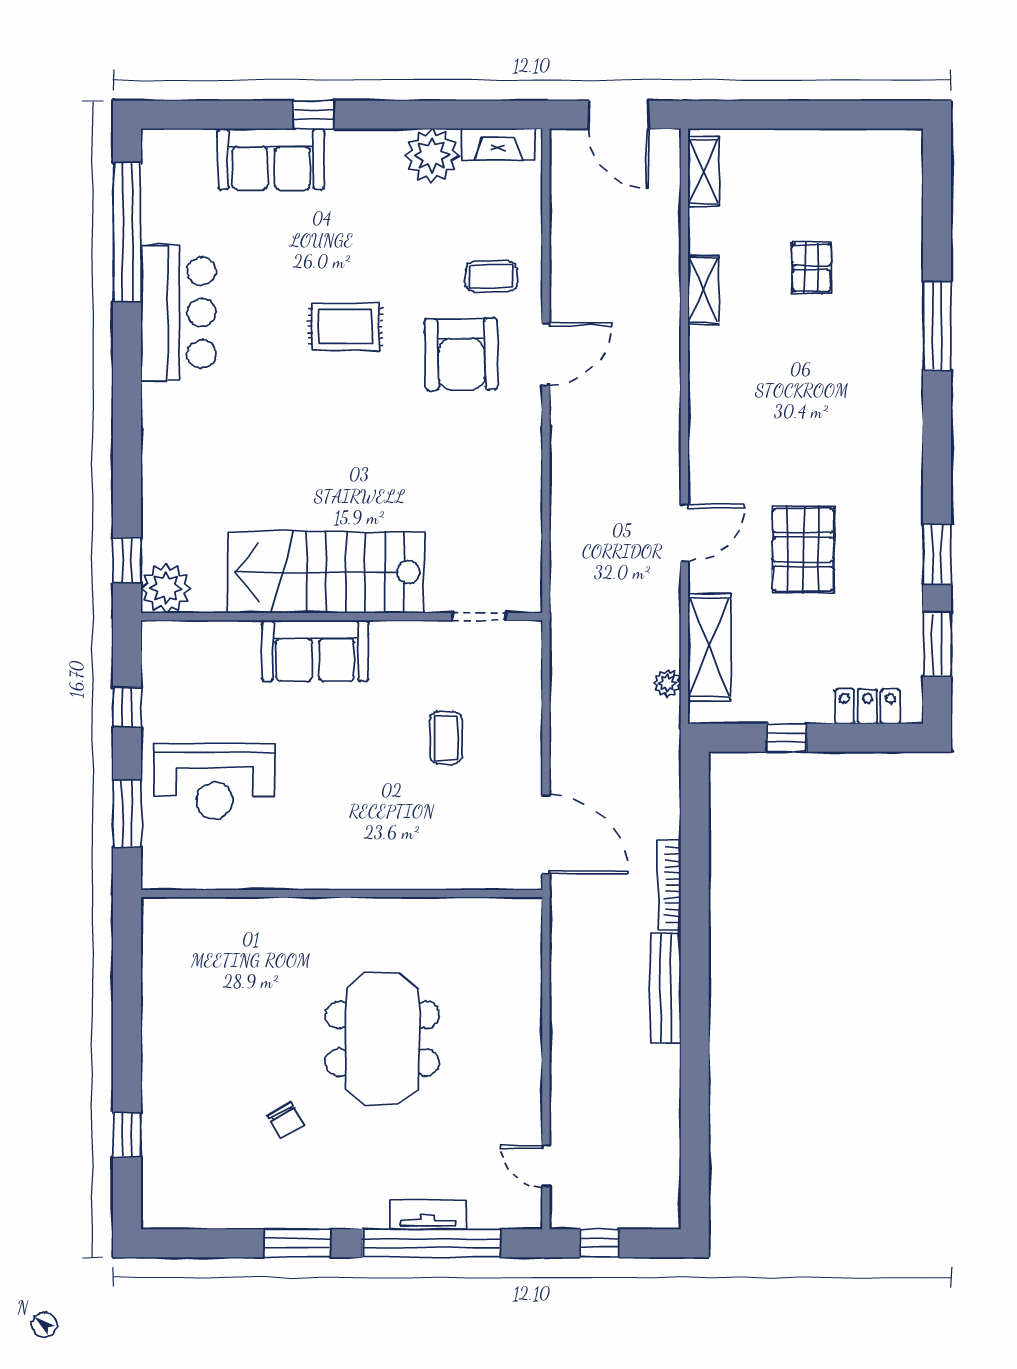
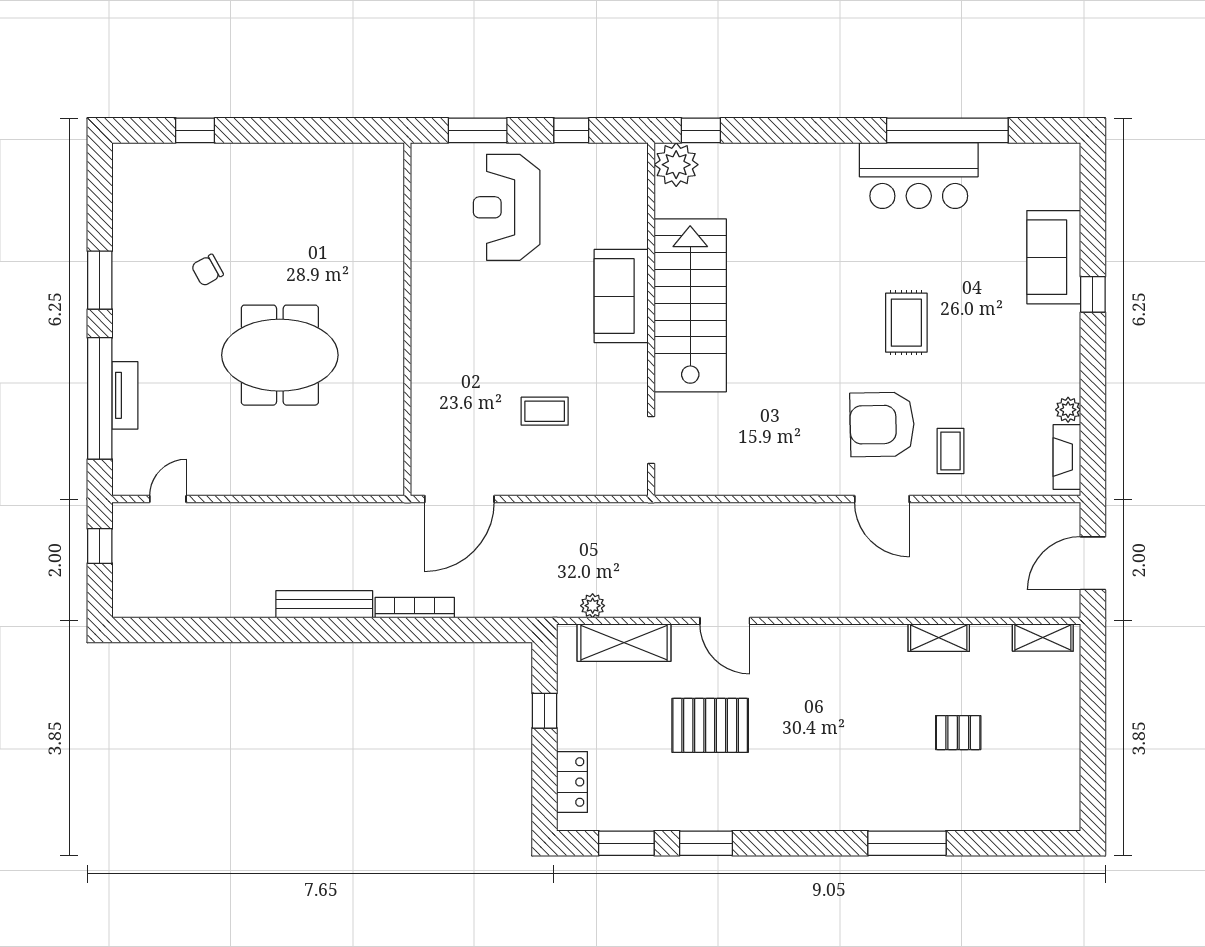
plant: (432, 155) -> (1068, 410), width x0.53, depth x0.53
window: (127, 232) -> (947, 130), moved

